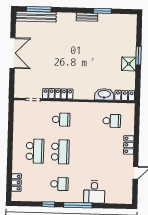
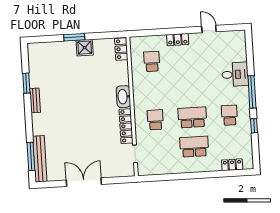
washbasin: (104, 94) -> (123, 97), moved

